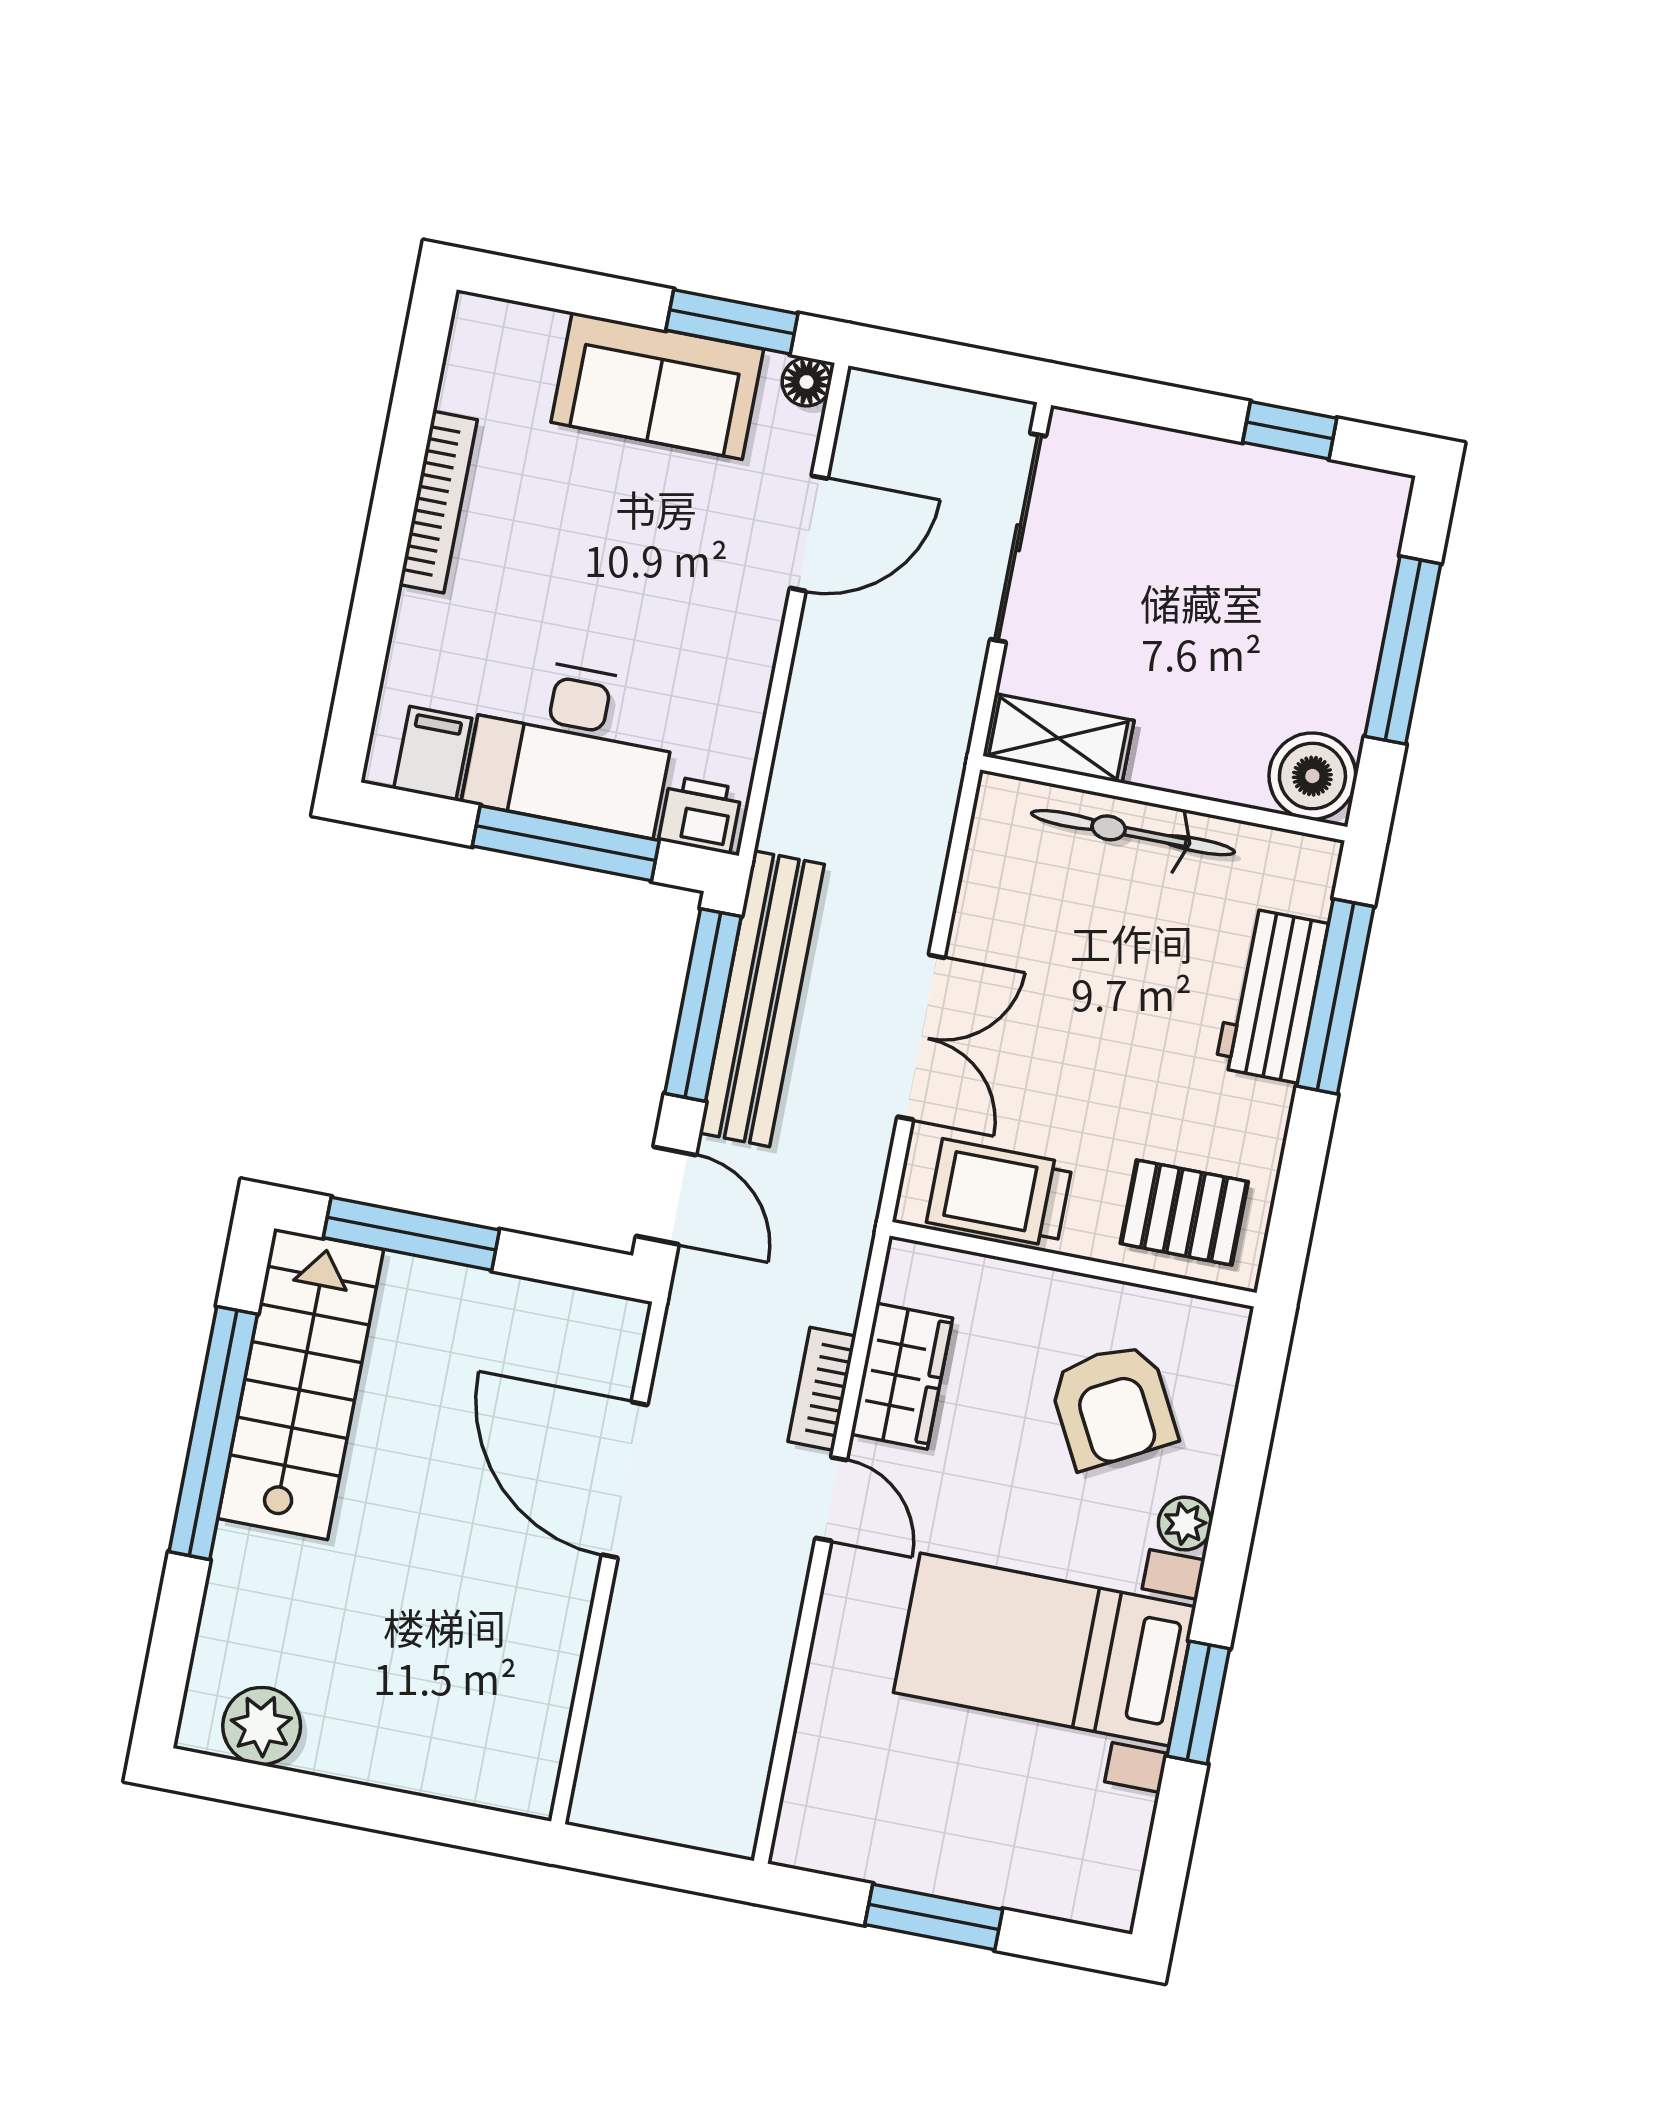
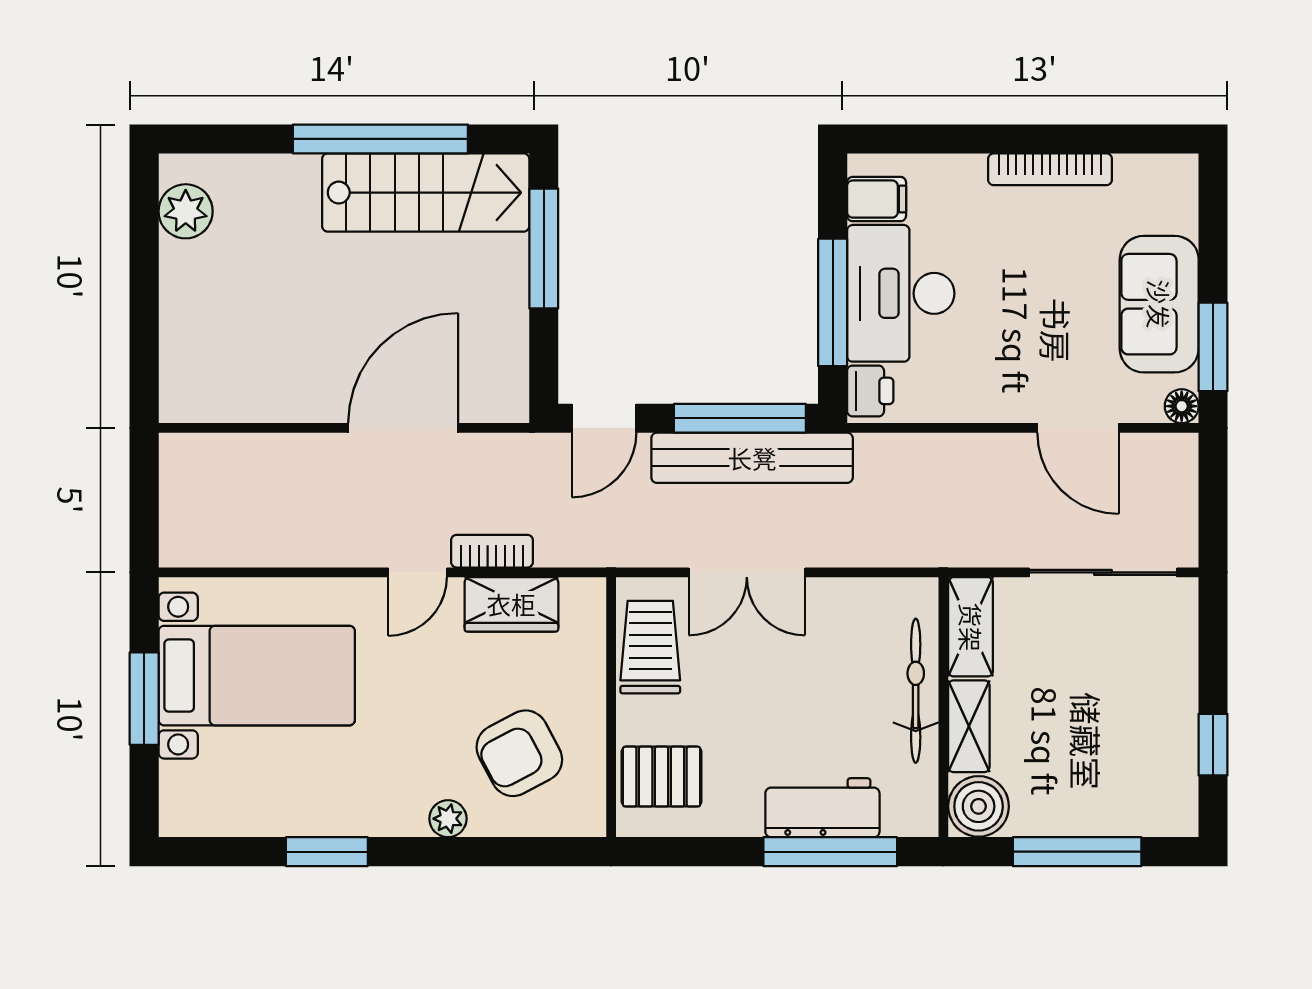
shelving: (1197, 768) -> (969, 726), added
pallet: (1184, 1213) -> (662, 777), turned 90
bed with nightstands: (1045, 1650) -> (257, 676), moved, turned 90

